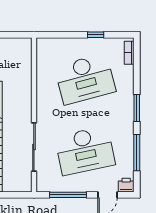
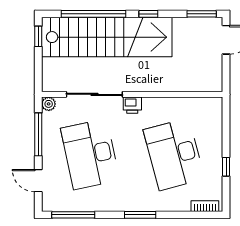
window: (137, 153) -> (73, 215), moved
printer: (126, 185) -> (132, 105), moved, turned 90
plant: (42, 186) -> (49, 104), added

